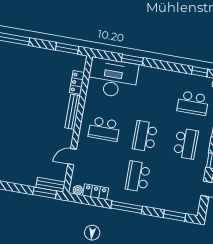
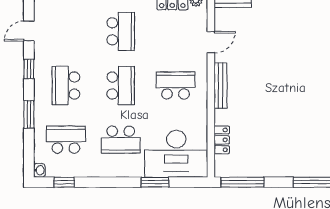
window: (67, 48) -> (242, 182), width x1.44
school desk: (152, 96) -> (121, 140), added
bench: (73, 112) -> (221, 86), moved

